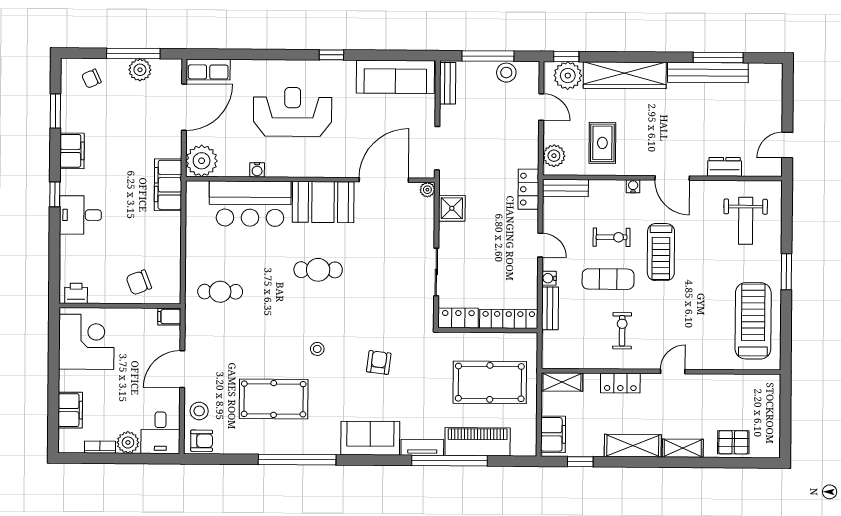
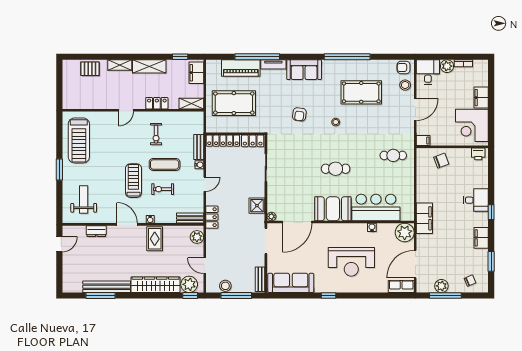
rug: (602, 143) -> (155, 239), moved
door: (540, 245) -> (205, 184), swing flipped
filing cabinet: (70, 410) -> (481, 98), moved

